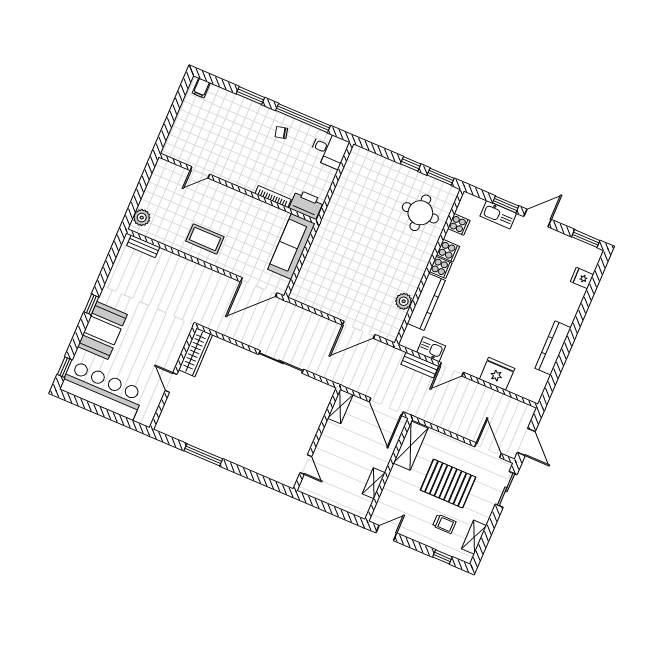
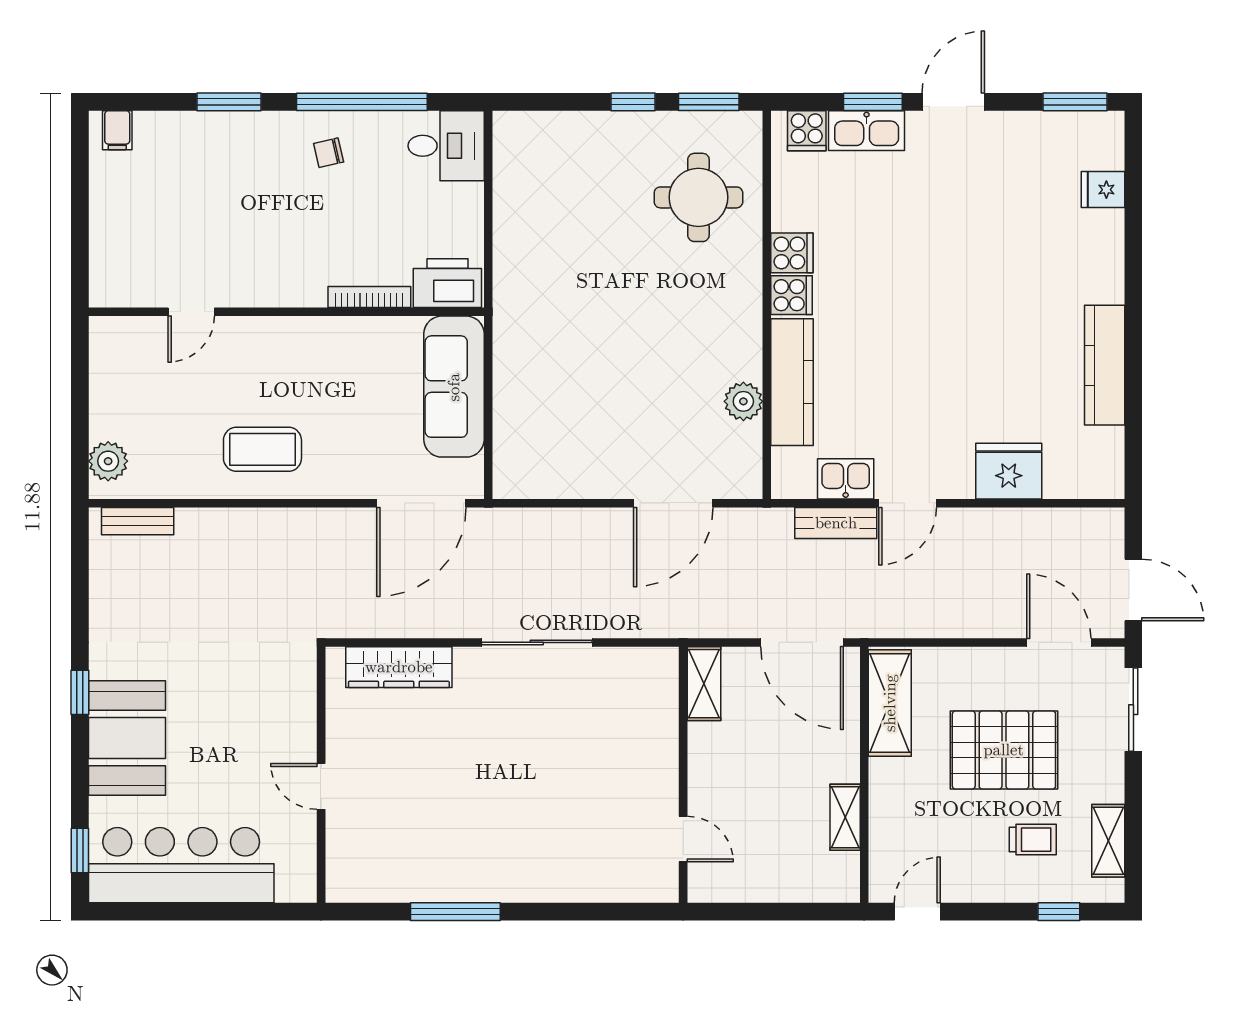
cooker: (459, 224) -> (807, 131), moved, turned 90
wardrobe: (196, 352) -> (399, 667), moved, turned 90

